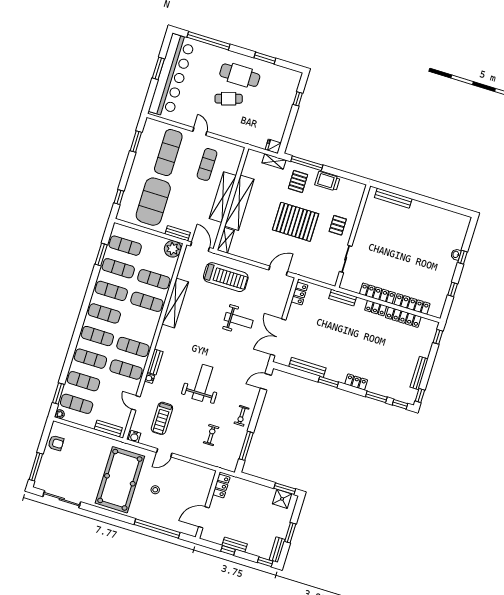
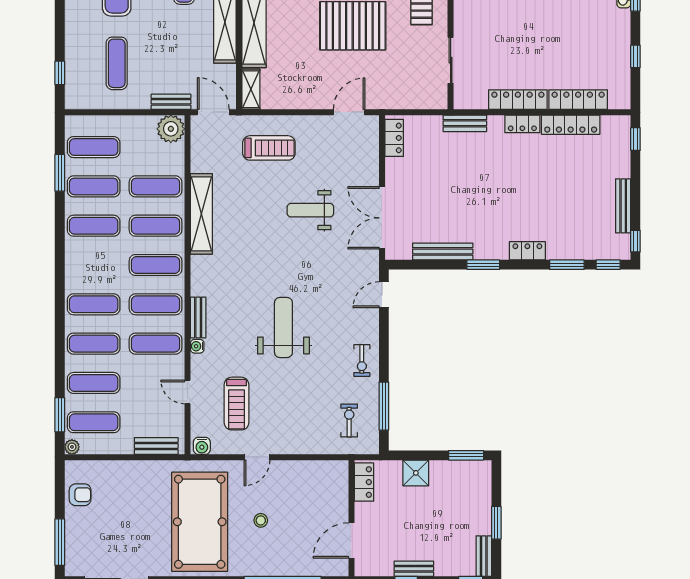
exercise mat: (153, 202) -> (117, 63), width x0.50, depth x0.69
treadmill: (226, 277) -> (269, 148), width x0.73, depth x0.73
exercise mat: (104, 313) -> (156, 265), moved
weight bench: (239, 320) -> (310, 210), turned 180
exercise bike: (211, 435) -> (349, 421), moved
shower: (282, 499) -> (416, 473), moved

